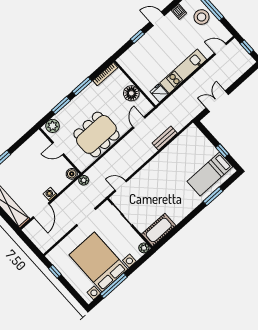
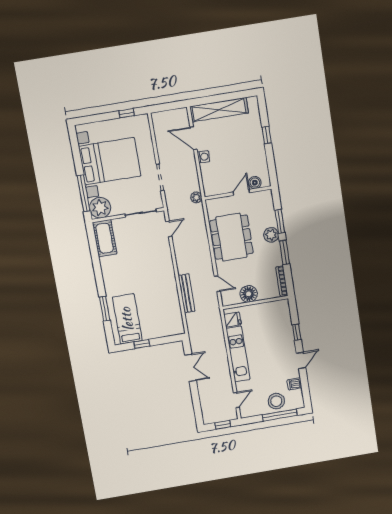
plant: (52, 126) -> (271, 235), moved
bench: (165, 138) -> (187, 293), width x1.36
boiler: (72, 174) -> (255, 183), moved
plant: (144, 248) -> (100, 208), width x1.87, depth x1.87
window: (114, 286) -> (84, 193), moved

